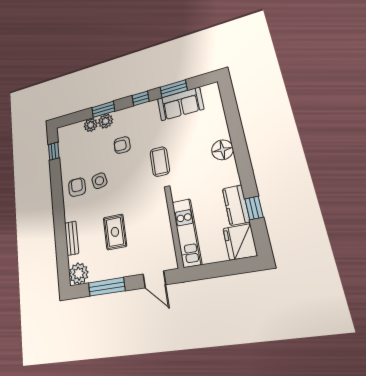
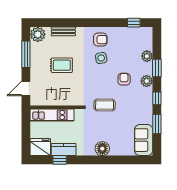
sofa: (180, 104) -> (144, 140), moved
plant: (106, 121) -> (147, 81), moved

